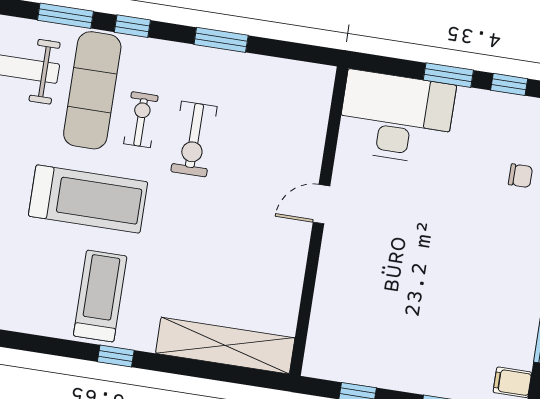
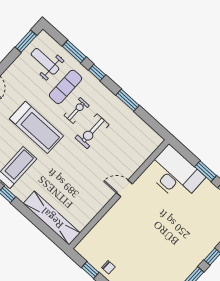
exercise mat: (92, 90) -> (66, 87), width x0.73, depth x0.69
chair: (520, 176) -> (108, 267), moved

